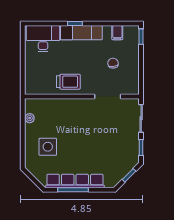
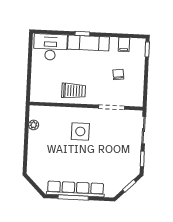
side table: (48, 147) -> (80, 131), moved

